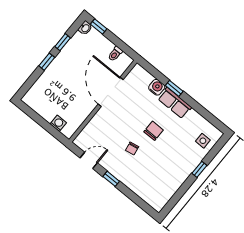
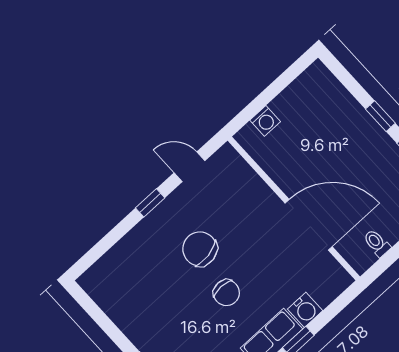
chair: (132, 149) -> (200, 249), width x1.87, depth x1.87
door: (89, 160) -> (190, 167), swing flipped

